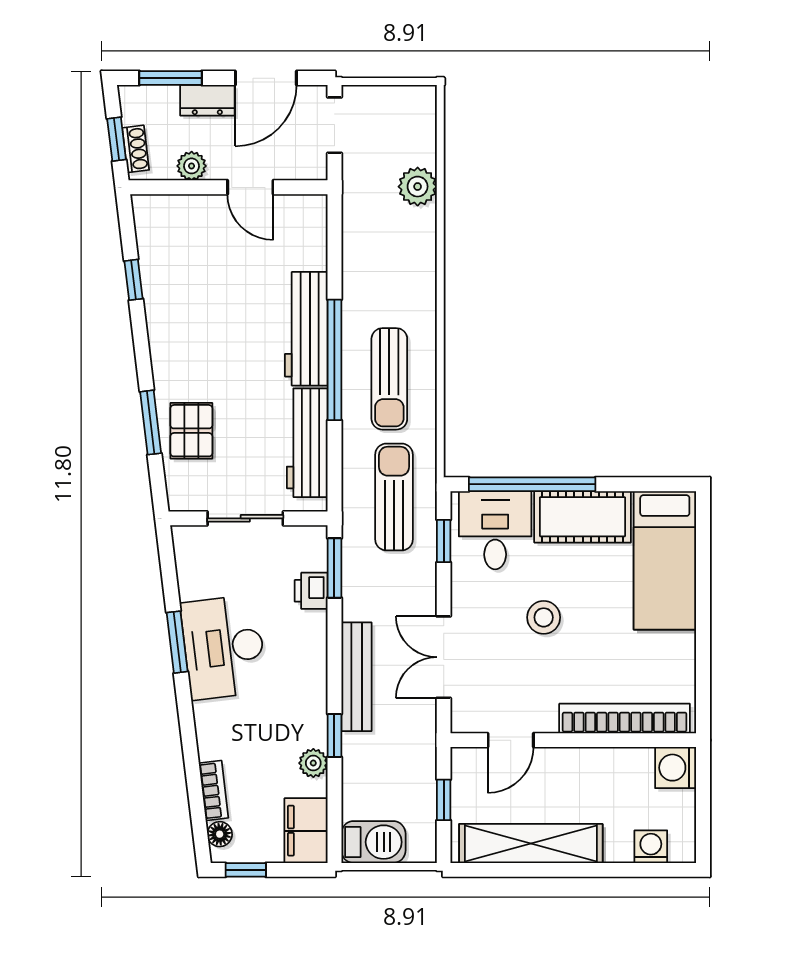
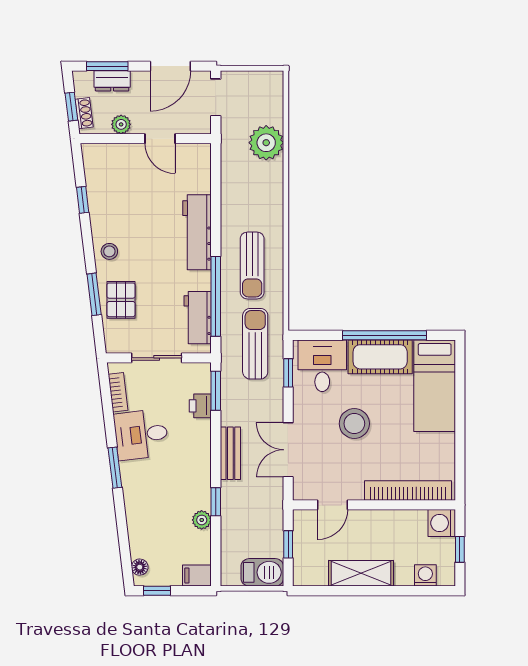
dresser: (207, 100) -> (112, 81), moved
plant: (418, 187) -> (266, 143), width x1.36, depth x1.36
stool: (174, 358) -> (109, 251), added
window: (334, 360) -> (216, 296), moved
workbench: (307, 443) -> (198, 318), width x0.73
window: (532, 484) -> (385, 335), moved
stool: (544, 617) -> (354, 424), width x1.38, depth x1.38
window: (177, 642) -> (115, 468), moved
desk: (224, 647) -> (141, 435), width x0.73
bench: (356, 677) -> (230, 453), width x0.73
bookcase: (214, 790) -> (118, 392), moved
window: (703, 807) -> (460, 549), added
filing cabinet: (306, 831) -> (197, 575), width x0.50
barbecue: (373, 842) -> (262, 572), moved
shelving: (531, 843) -> (361, 573), width x0.68

